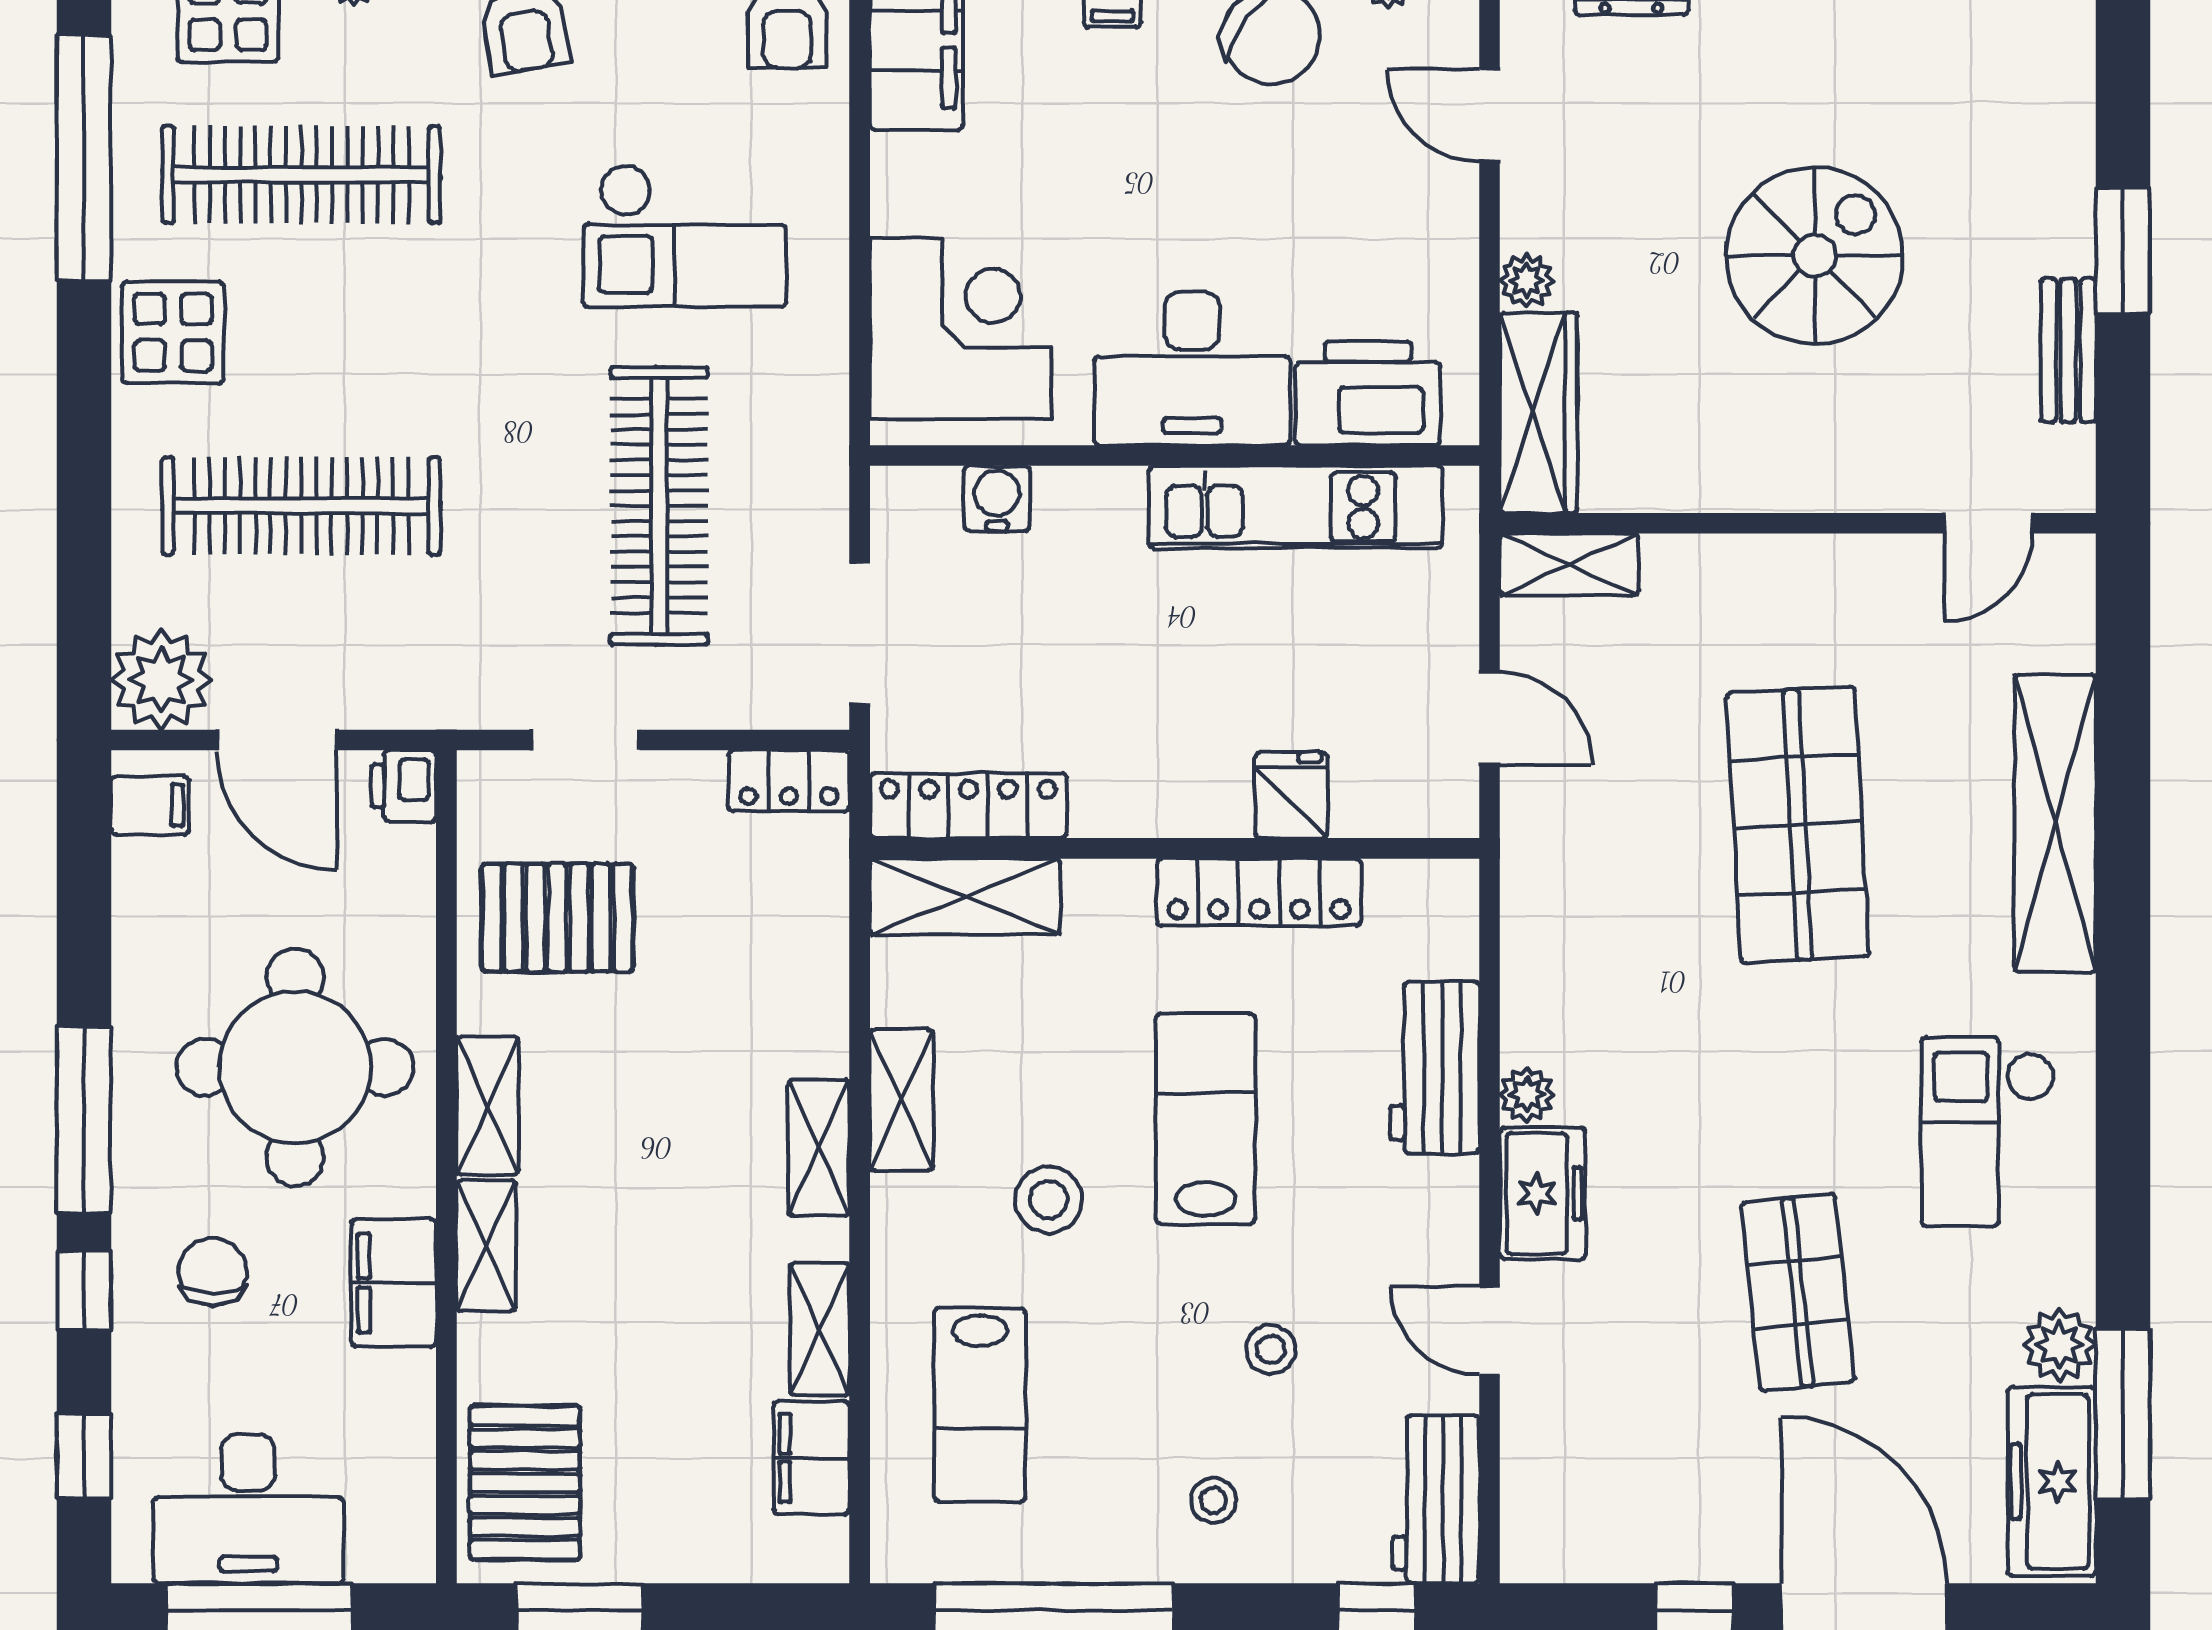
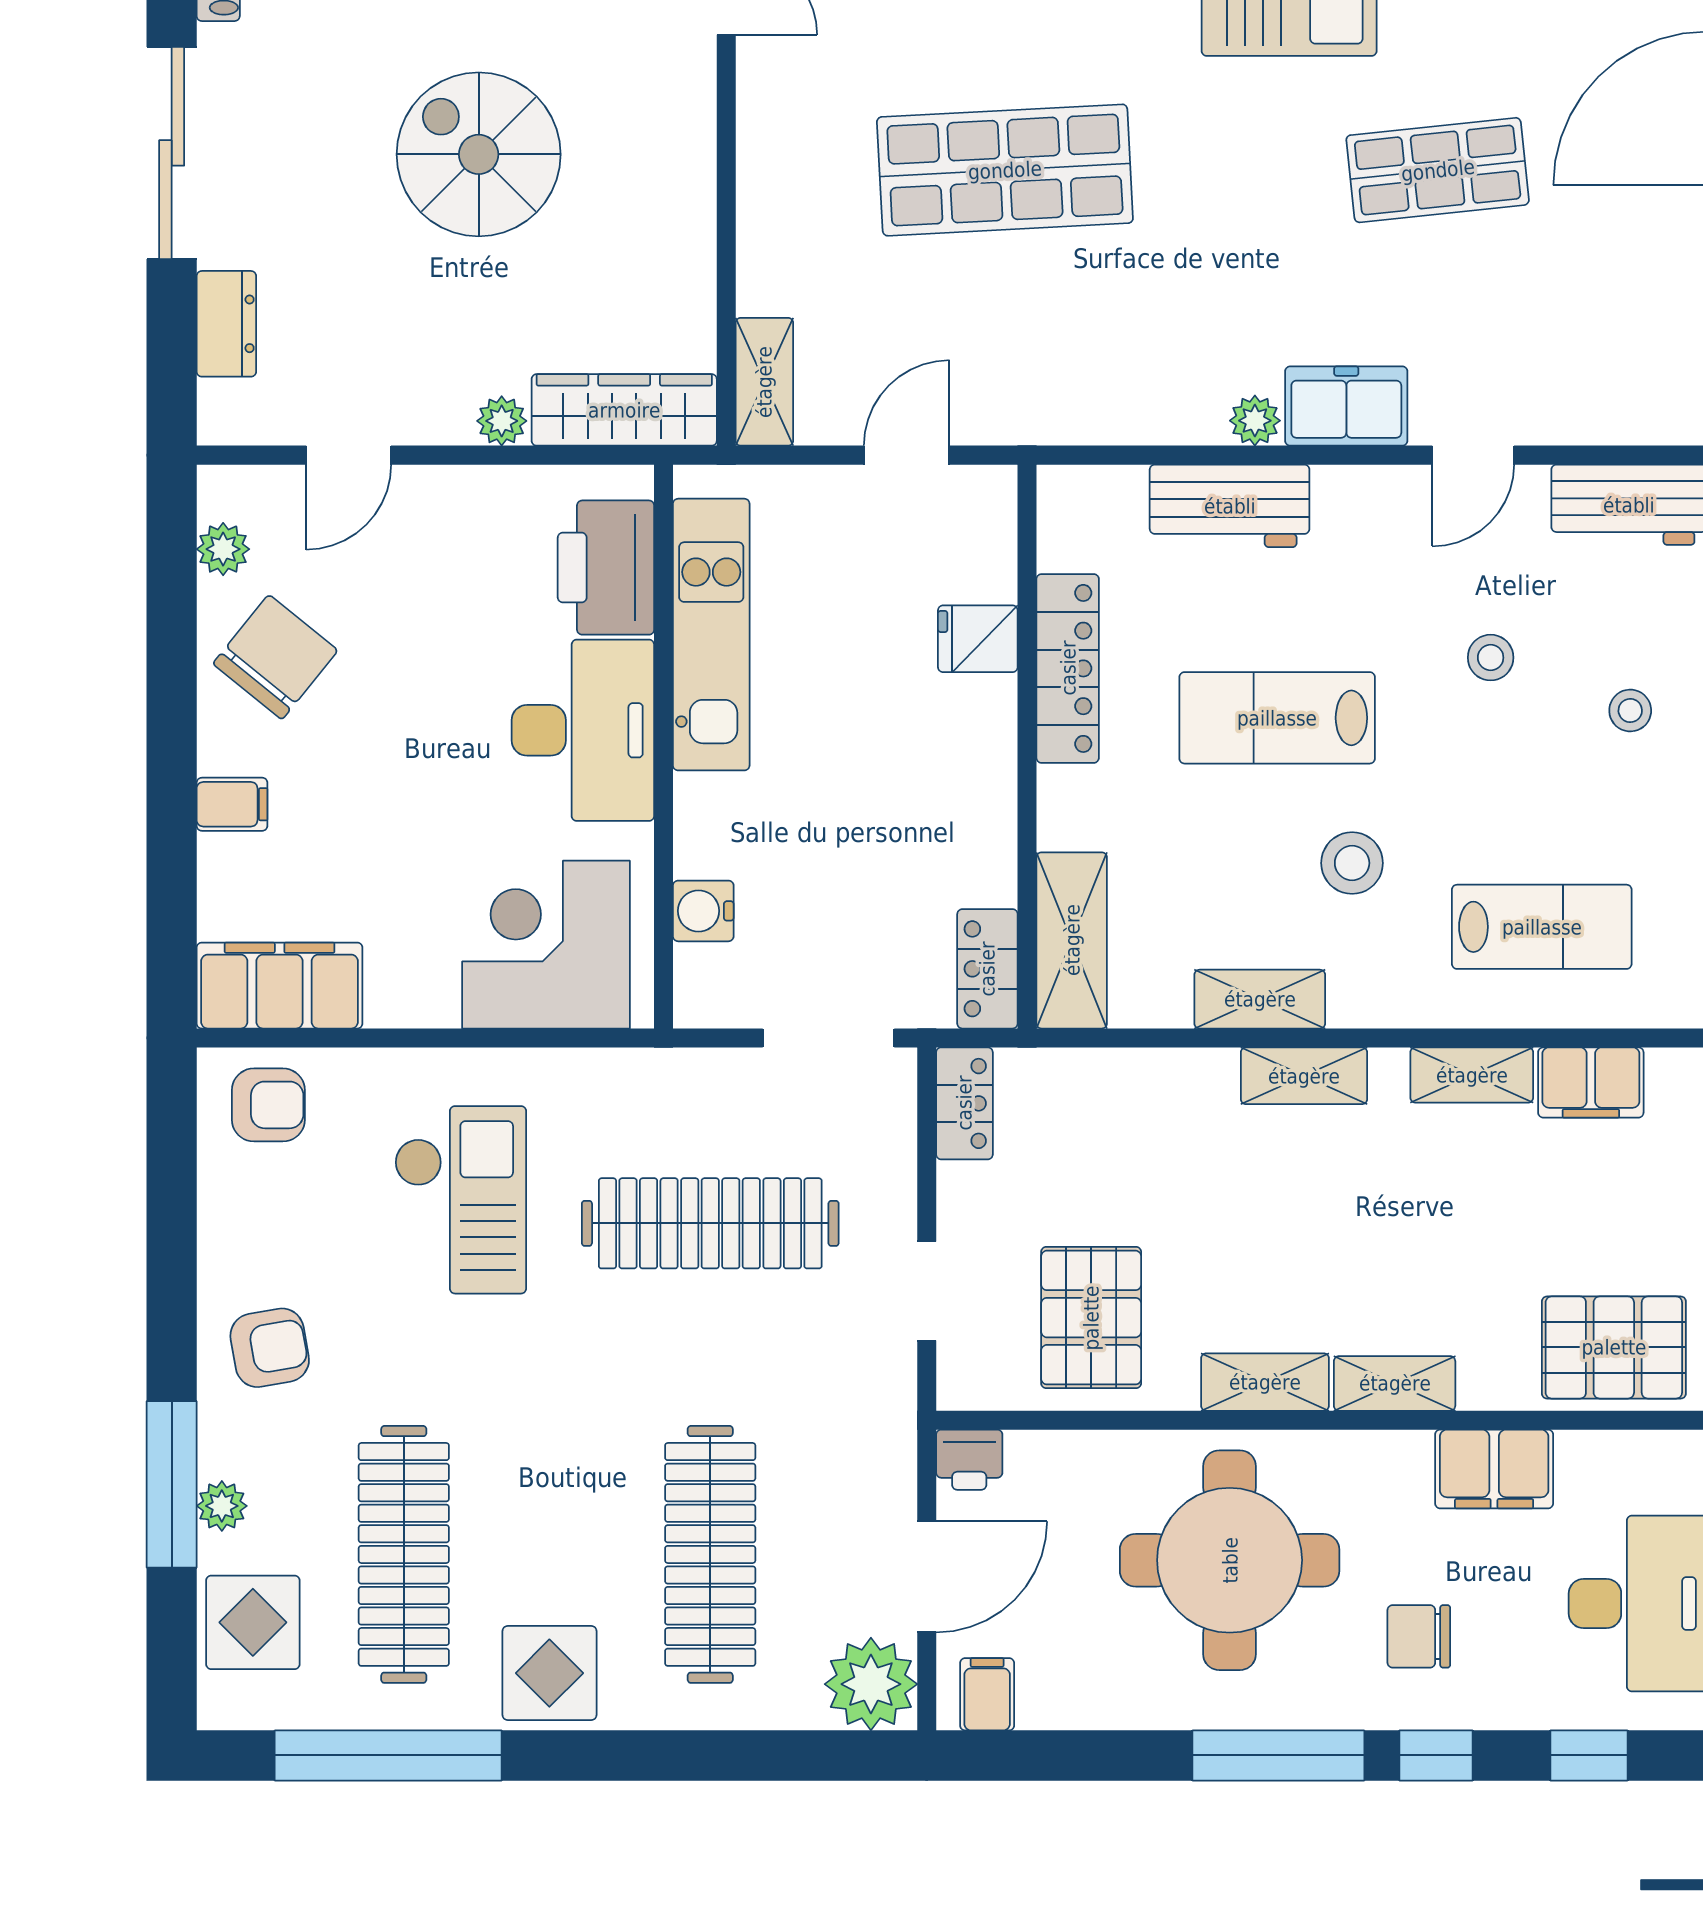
locker: (968, 806) -> (987, 969), width x0.66
filing cabinet: (394, 1283) -> (1494, 1469), moved

